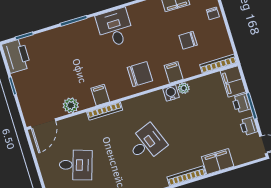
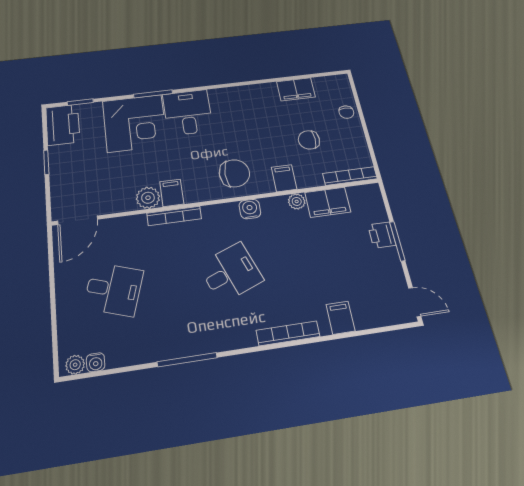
desk: (115, 28) -> (188, 112), moved
corner desk: (66, 47) -> (135, 123), added
filing cabinet: (233, 81) -> (328, 202), moved, turned -90
water cooler: (171, 93) -> (250, 209), moved
plant: (71, 105) -> (148, 198), moved
printer: (249, 126) -> (392, 270), removed
filing cabinet: (218, 162) -> (341, 318), width x0.50

